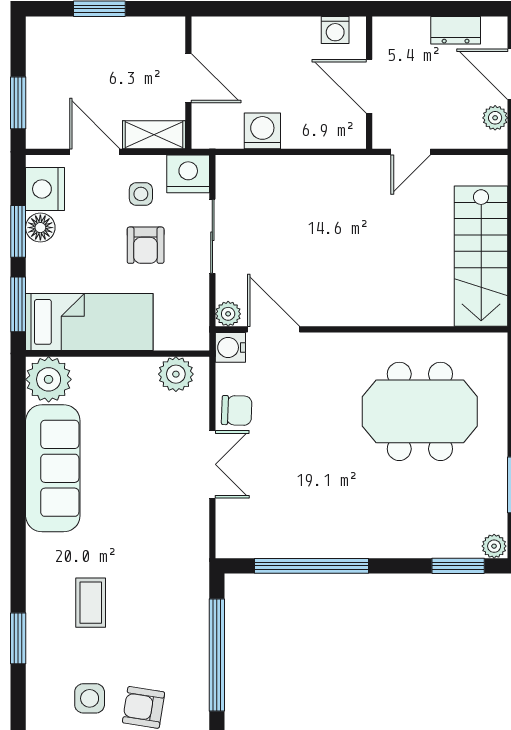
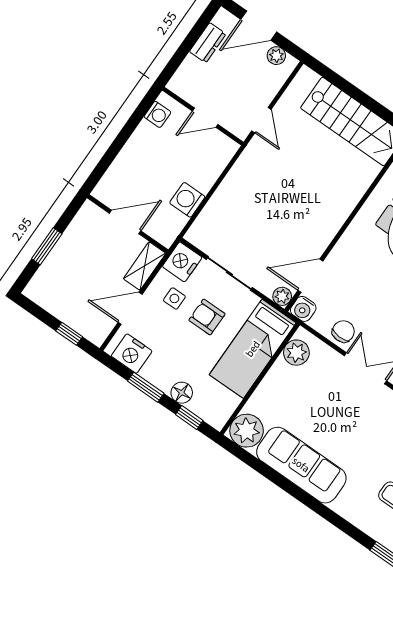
door: (369, 86) -> (205, 118), width x0.73
window: (18, 103) -> (69, 334), width x0.67
floor lamp: (40, 228) -> (182, 393), moved
armchair: (146, 245) -> (207, 317), turned 180
window: (18, 304) -> (189, 418), width x0.67
bed: (89, 322) -> (253, 349), moved, turned 180

